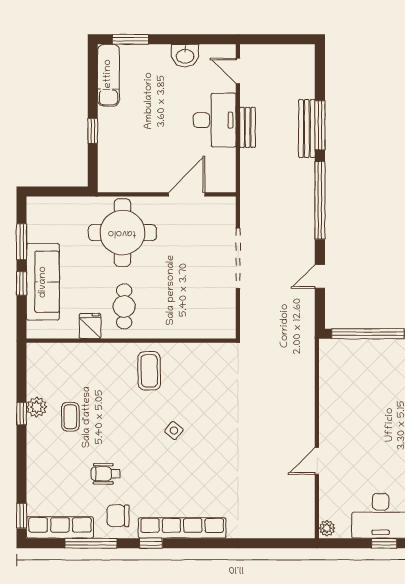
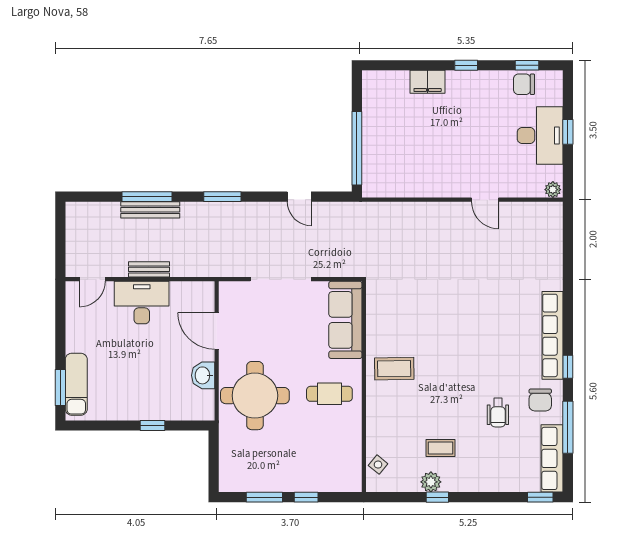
washbasin: (185, 56) -> (203, 375), moved, turned 180
exam couch: (108, 75) -> (76, 384), moved, turned 90
window: (320, 200) -> (222, 197), width x0.47
sofa: (43, 282) -> (345, 320), moved, turned -90
fridge: (90, 326) -> (349, 428), removed
side table: (174, 431) -> (378, 465), moved

